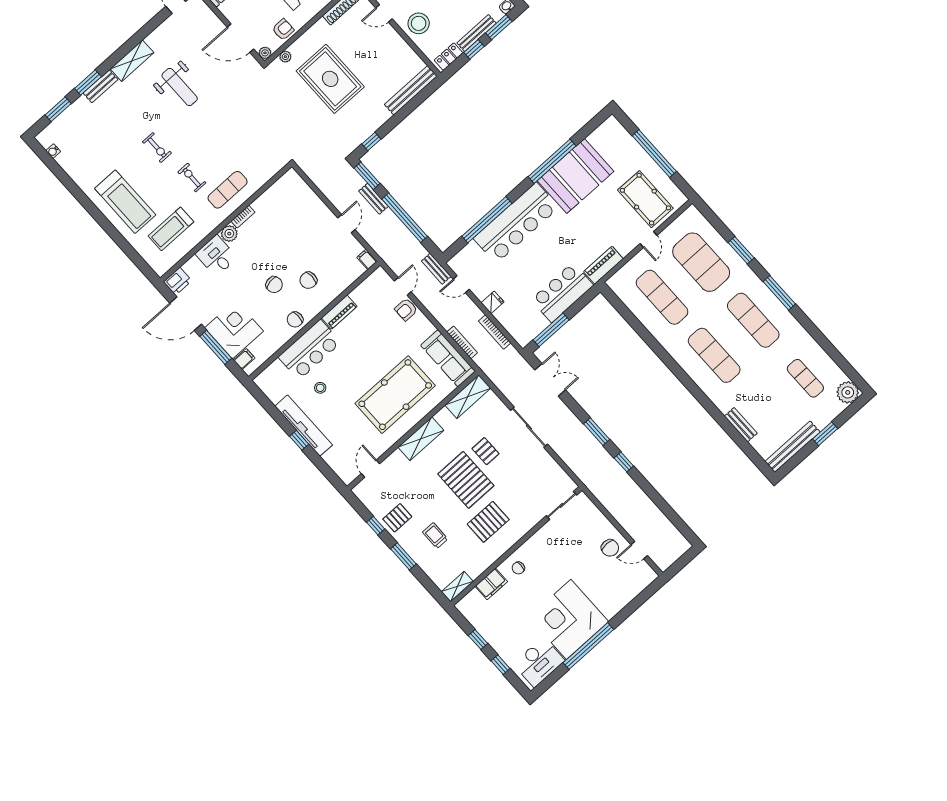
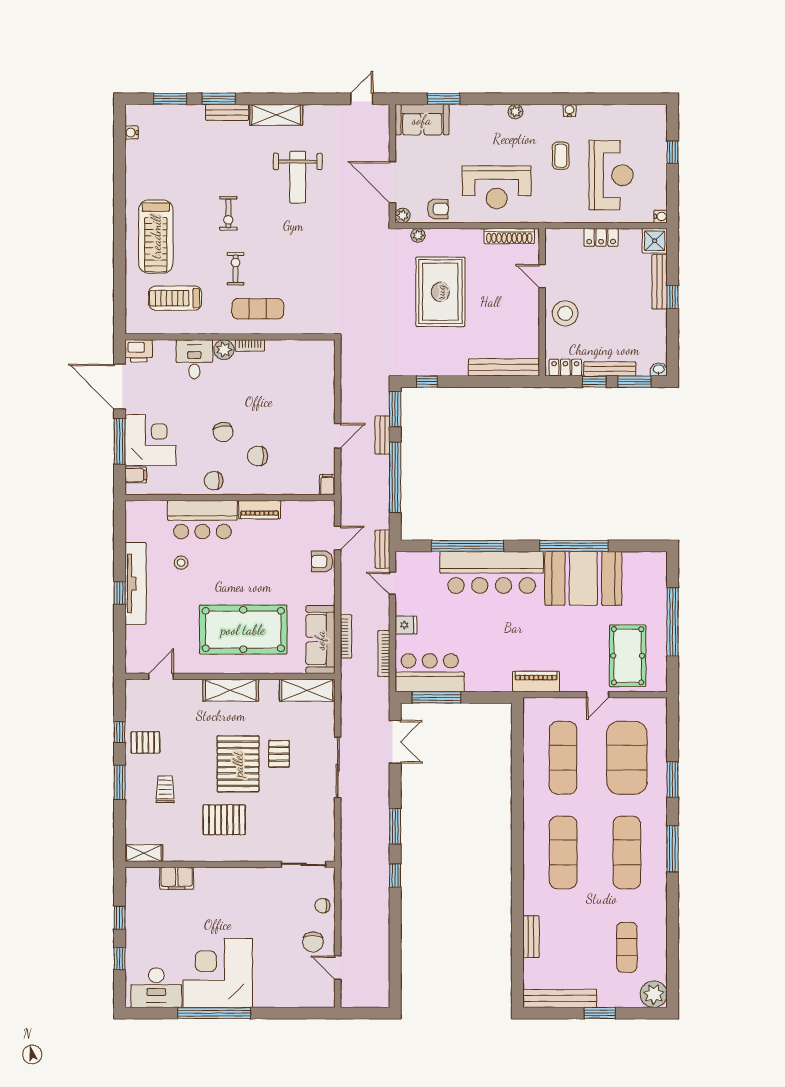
bar counter: (562, 293) -> (430, 673), moved
chair: (518, 568) -> (322, 906), moved

